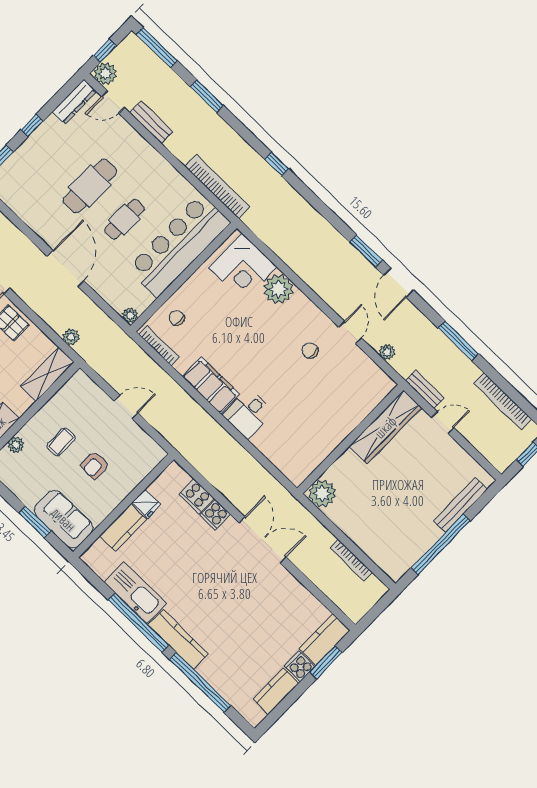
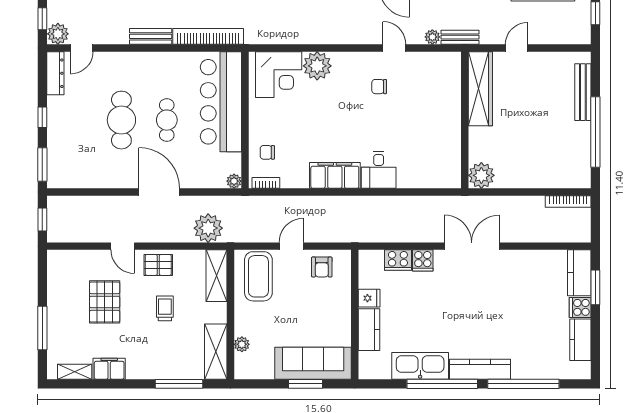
bench: (151, 122) -> (151, 36), moved
plant: (71, 337) -> (208, 228), width x1.88, depth x1.88
bookcase: (159, 346) -> (266, 183), width x0.64
bench: (425, 389) -> (460, 37), moved
coffee table: (61, 442) -> (258, 276), moved, width x1.86, depth x1.72
armchair: (95, 465) -> (322, 267), moved
sofa: (64, 519) -> (313, 363), width x1.36
bookcase: (351, 560) -> (568, 201), moved

